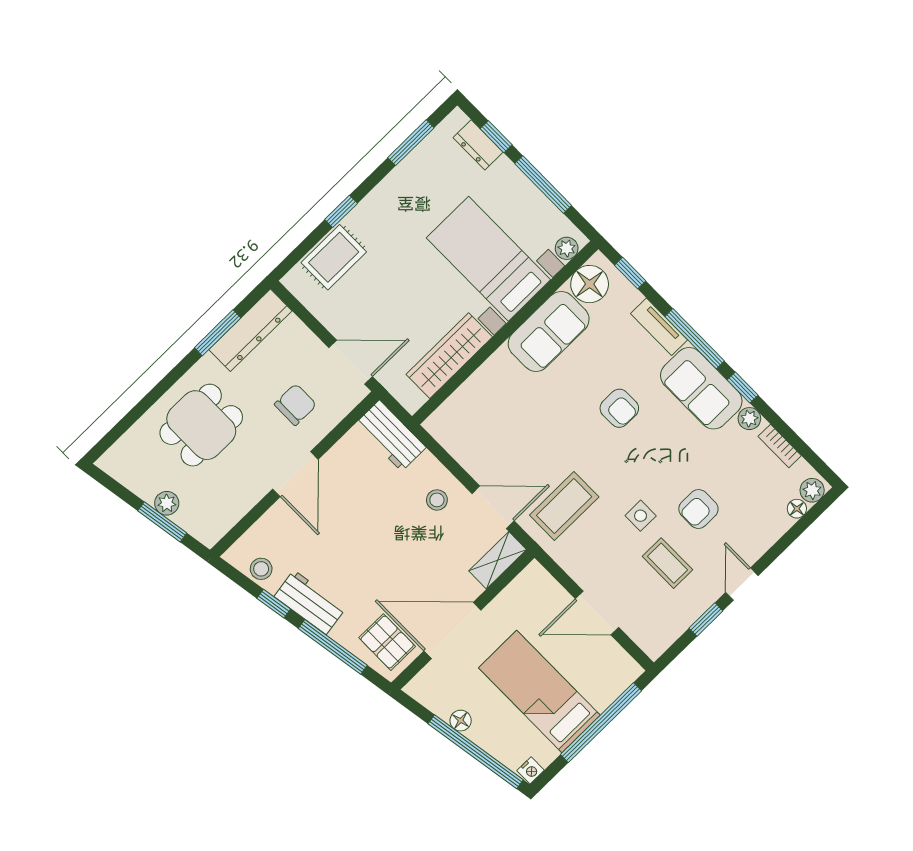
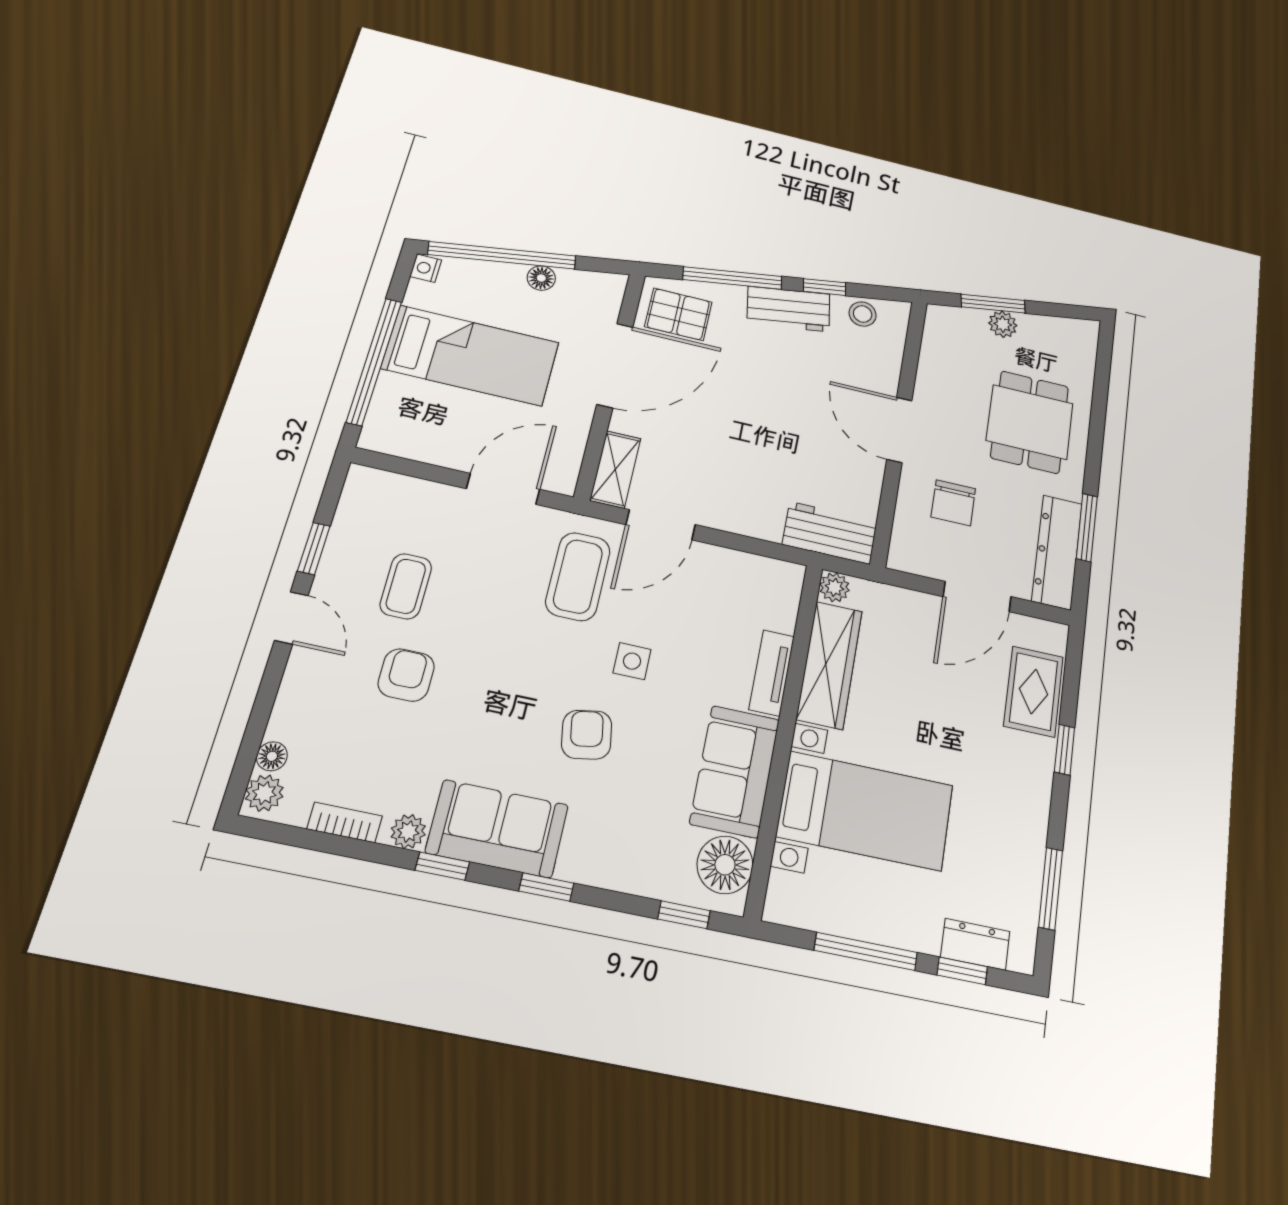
plant: (567, 248) -> (834, 587), moved
tv unit: (659, 327) -> (772, 673), moved, turned -90
window: (695, 339) -> (546, 887), width x0.46
door: (351, 362) -> (977, 597), moved
armchair: (619, 408) -> (587, 735), turned 80
stool: (437, 500) -> (730, 494), removed
side table: (641, 516) -> (632, 661), moved
coffee table: (667, 563) -> (406, 586), turned 90
door: (597, 613) -> (503, 489), moved

